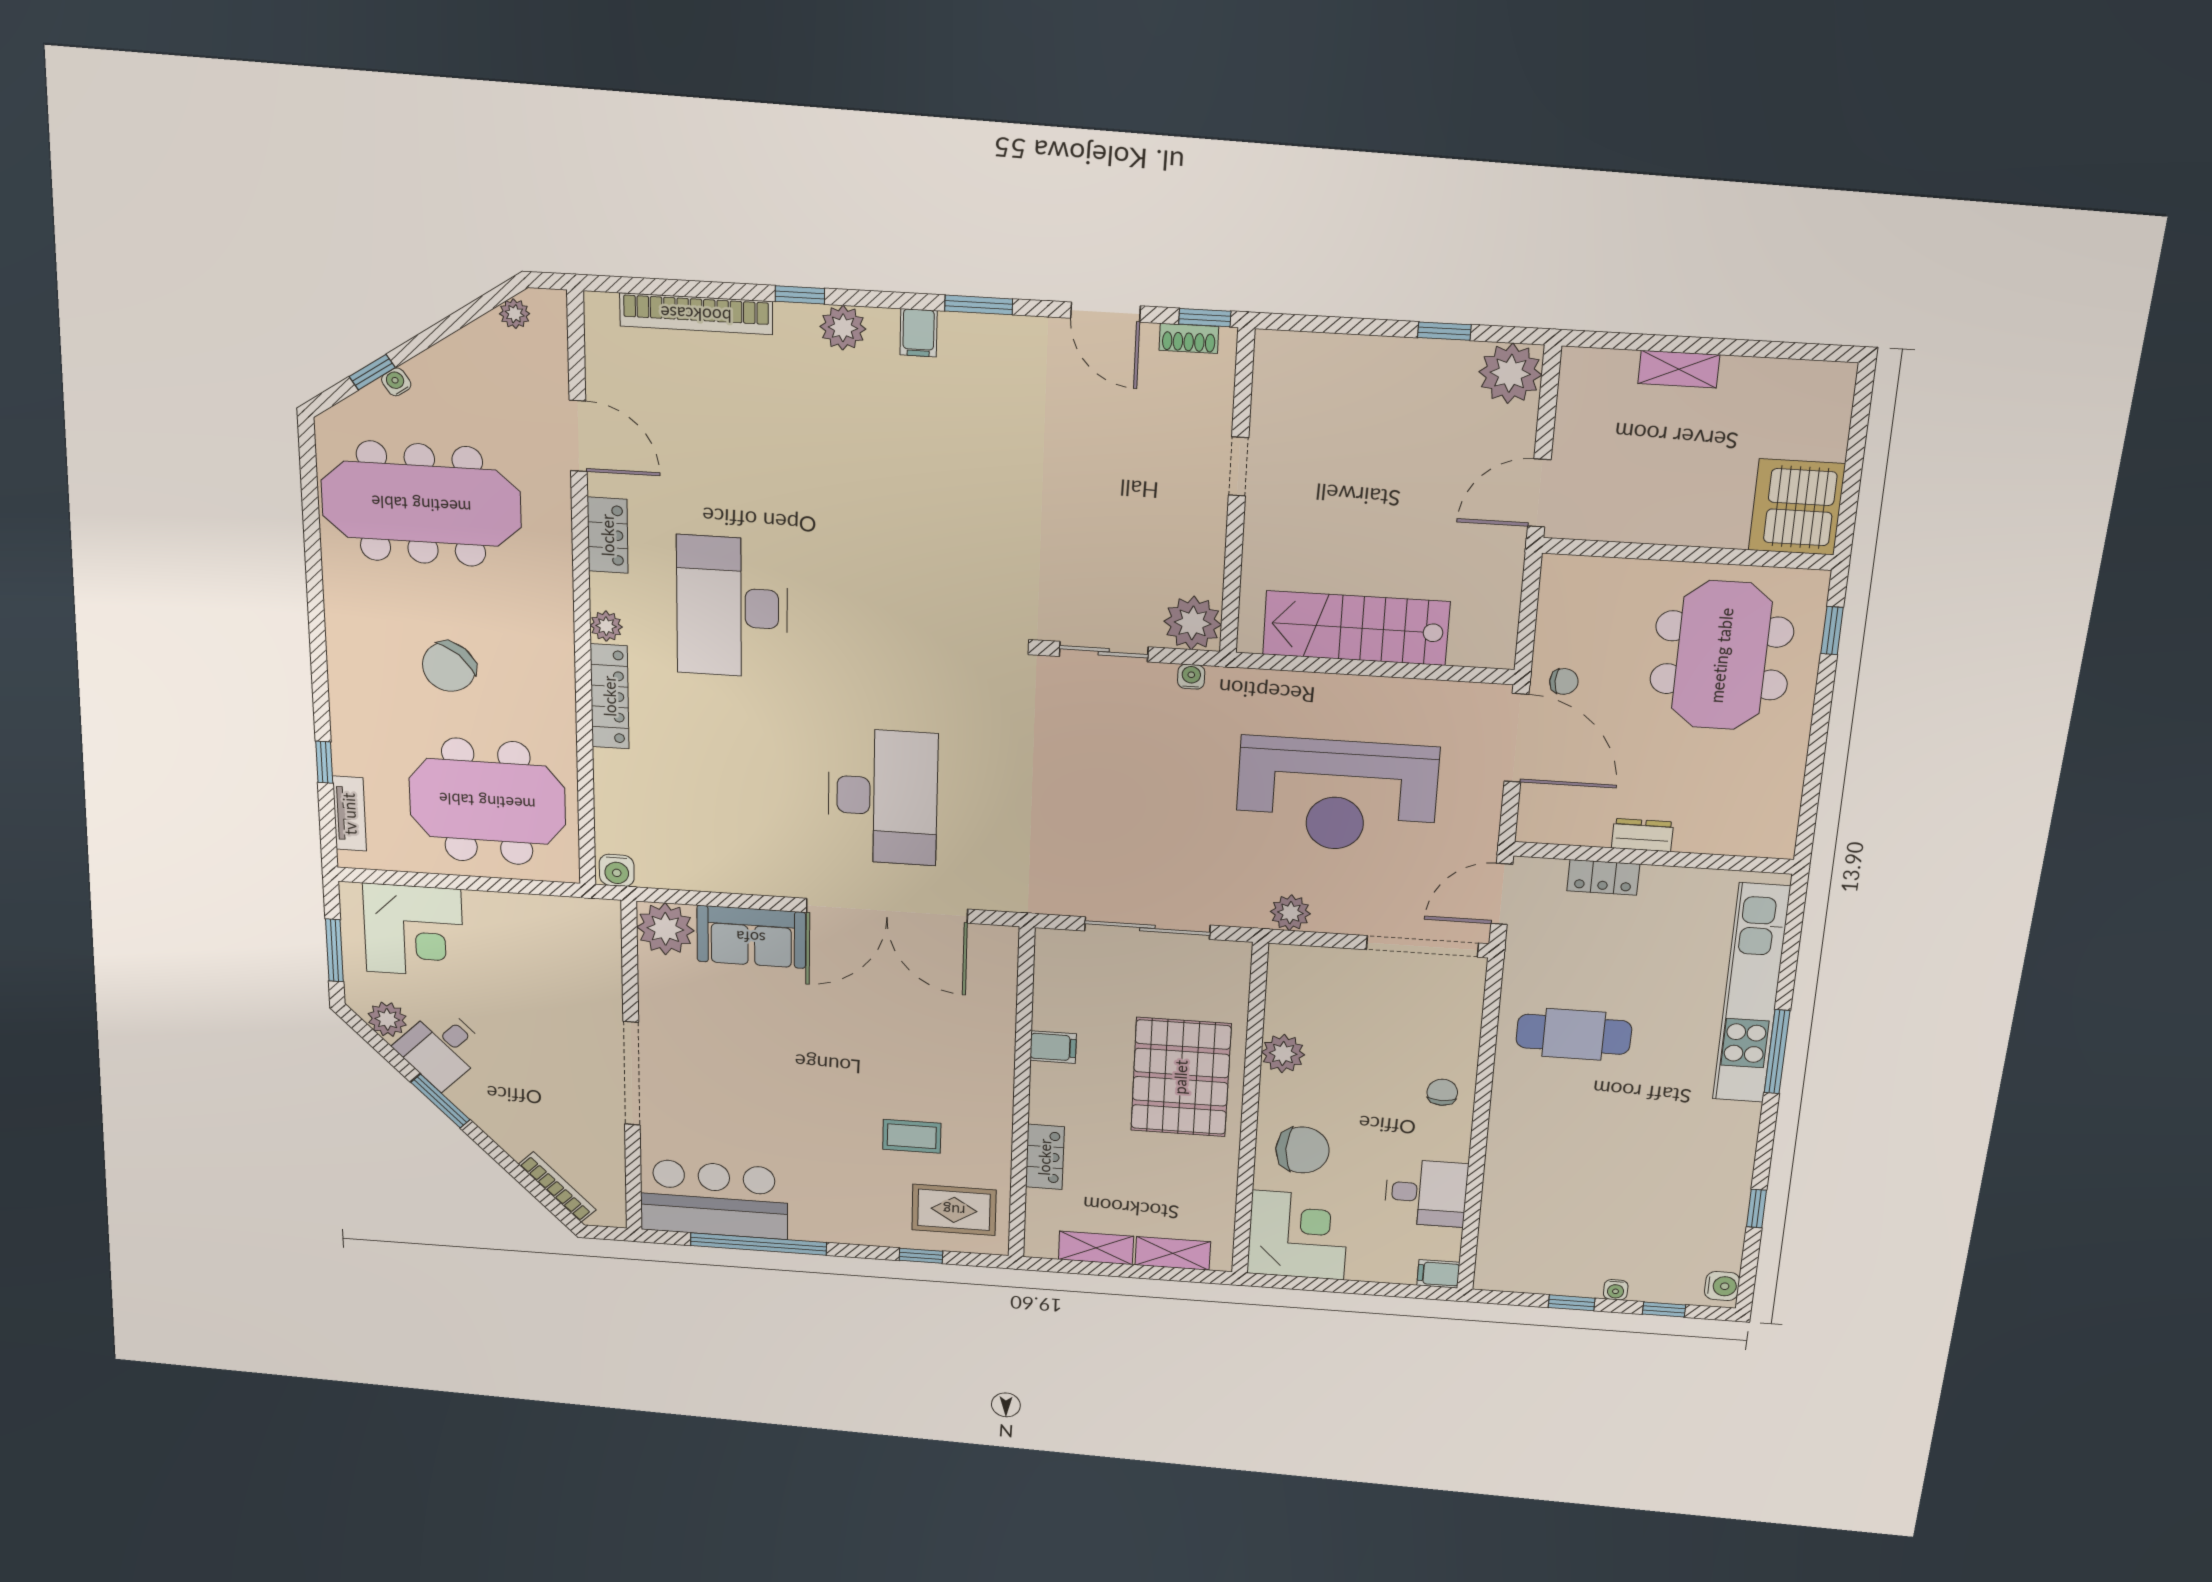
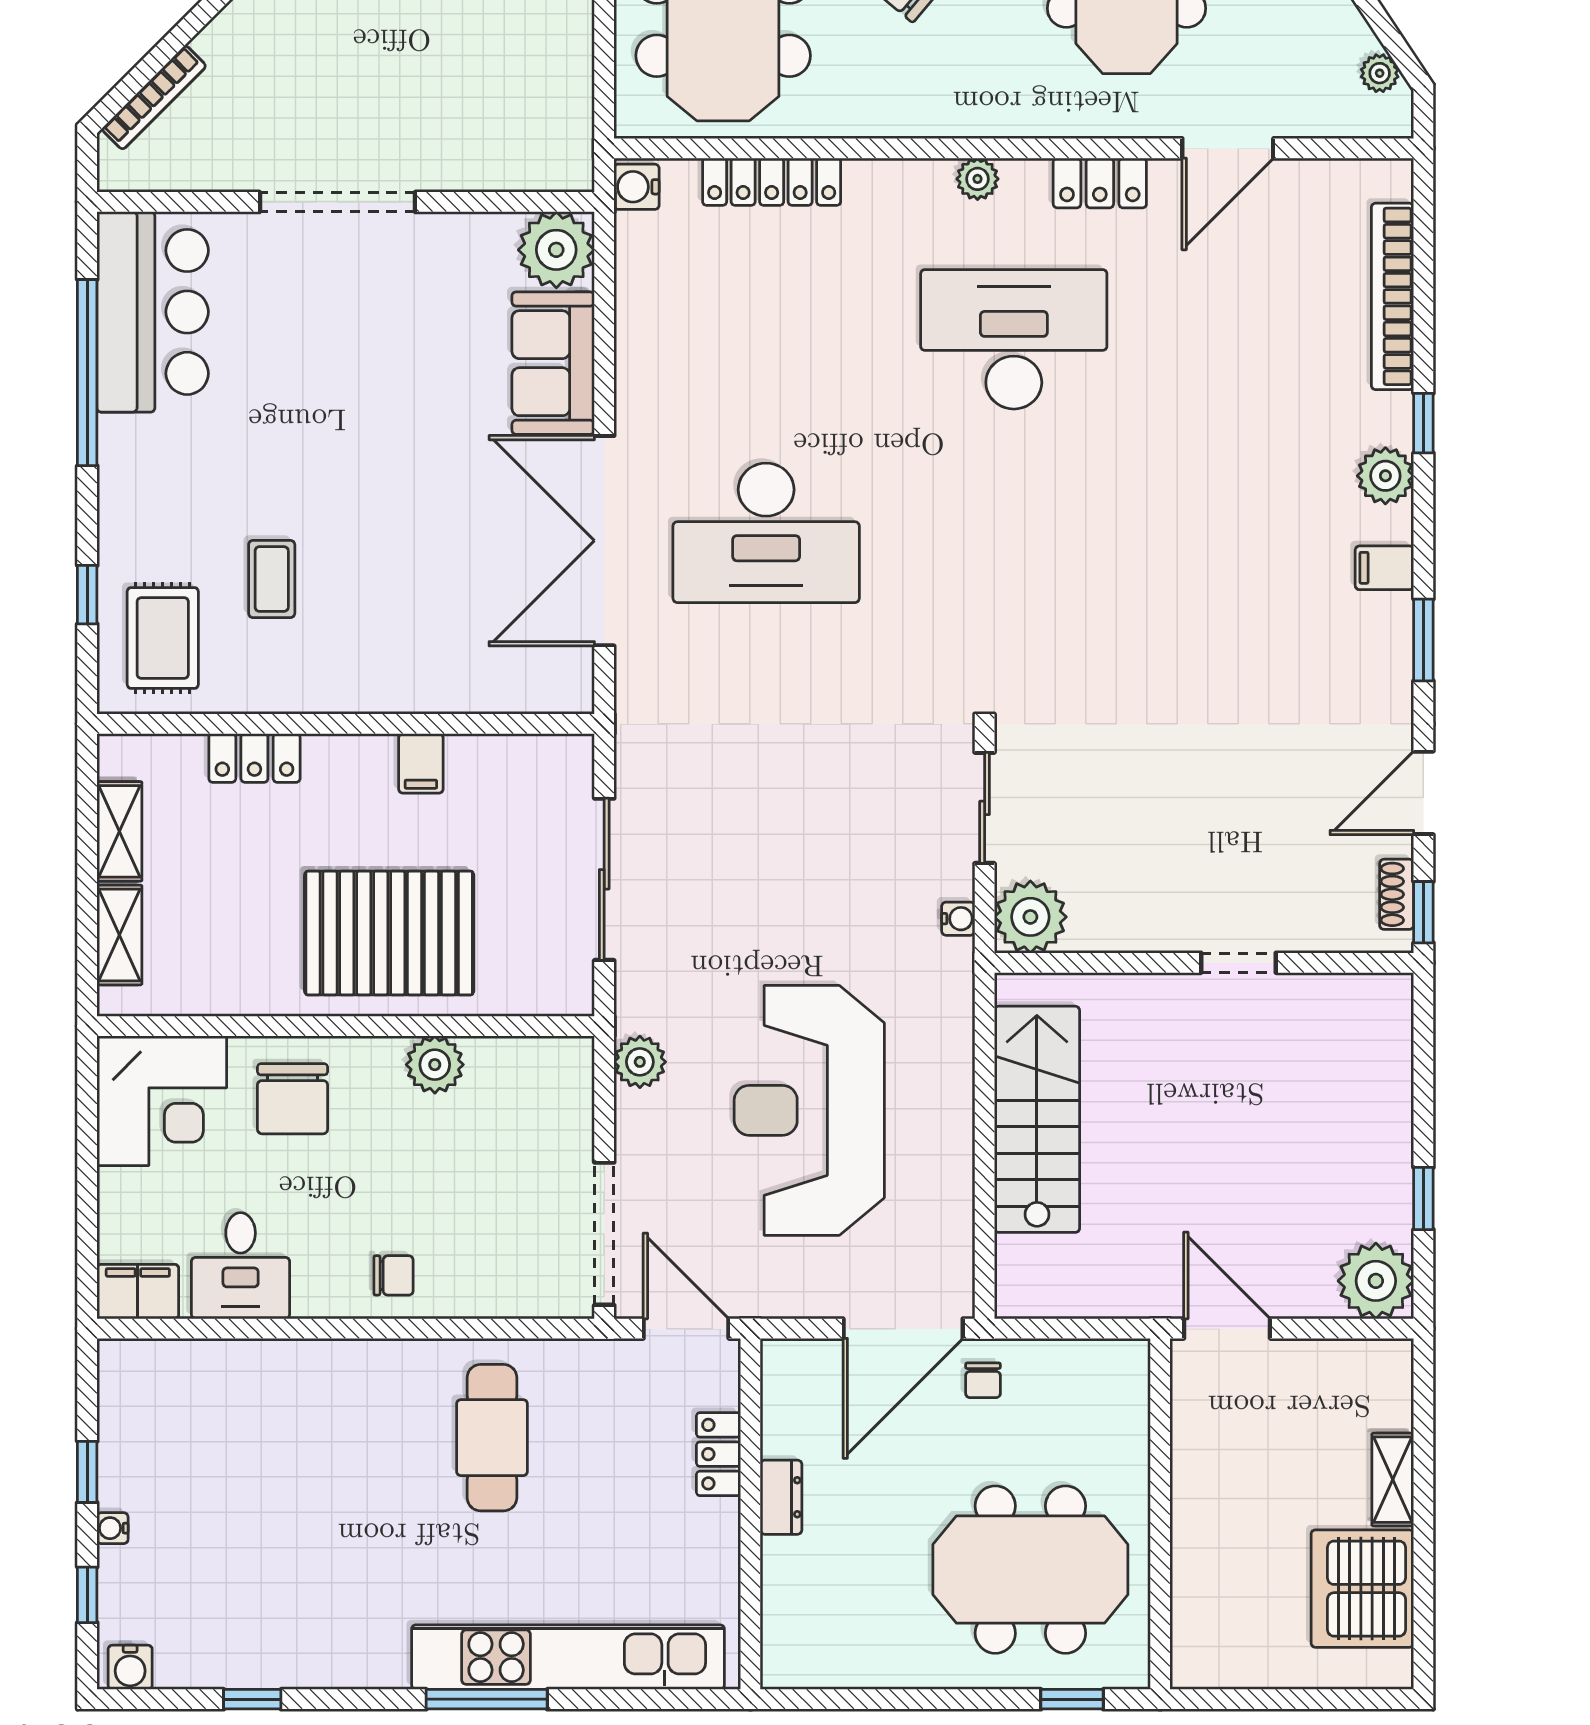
server rack: (1797, 507) -> (1362, 1589), moved, turned -90
locker: (610, 696) -> (772, 182), moved
filing cabinet: (1438, 1274) -> (138, 1292), width x2.00

